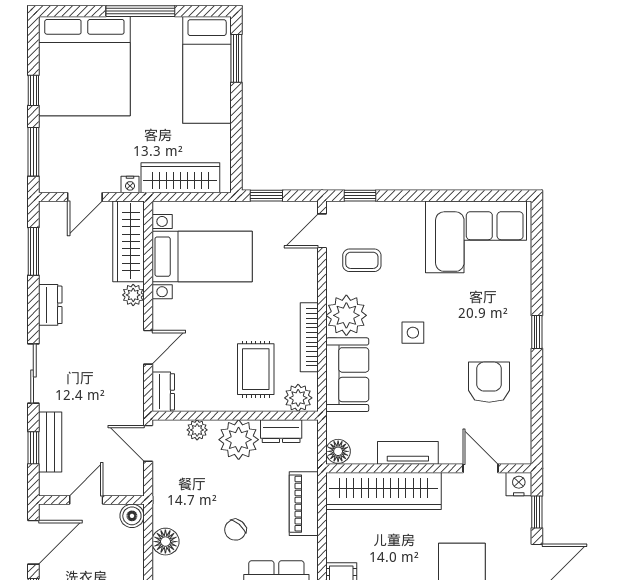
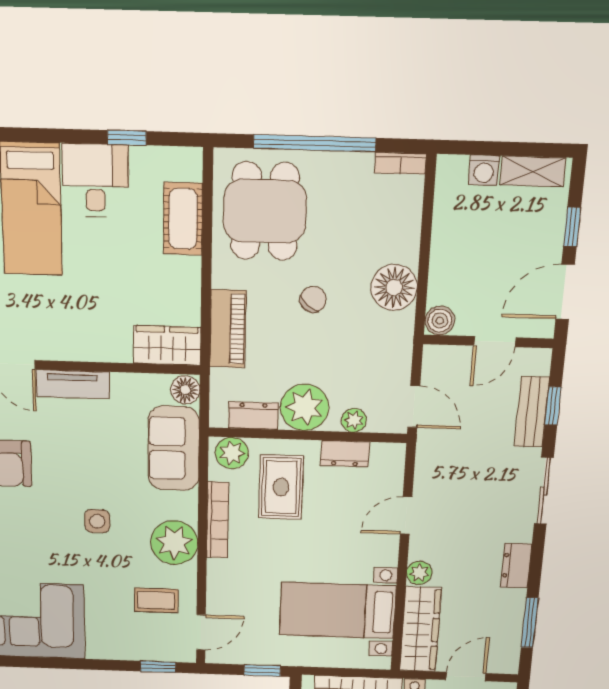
sofa: (347, 375) -> (174, 449), moved
dresser: (163, 392) -> (345, 454), moved, turned -90
tv unit: (408, 453) -> (73, 384), moved
wardrobe: (384, 491) -> (167, 345), width x0.48, depth x0.85
floor lamp: (165, 542) -> (394, 287), width x1.38, depth x1.38

